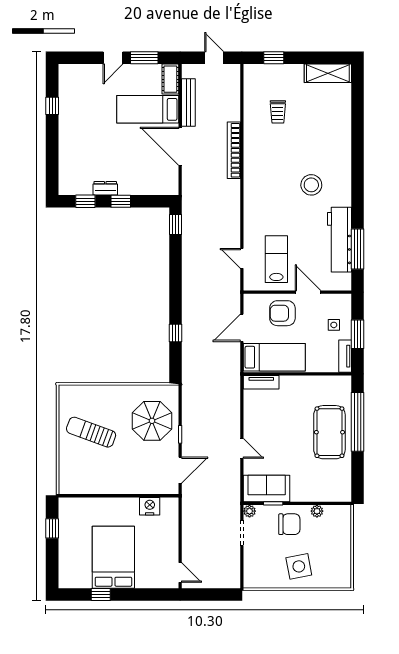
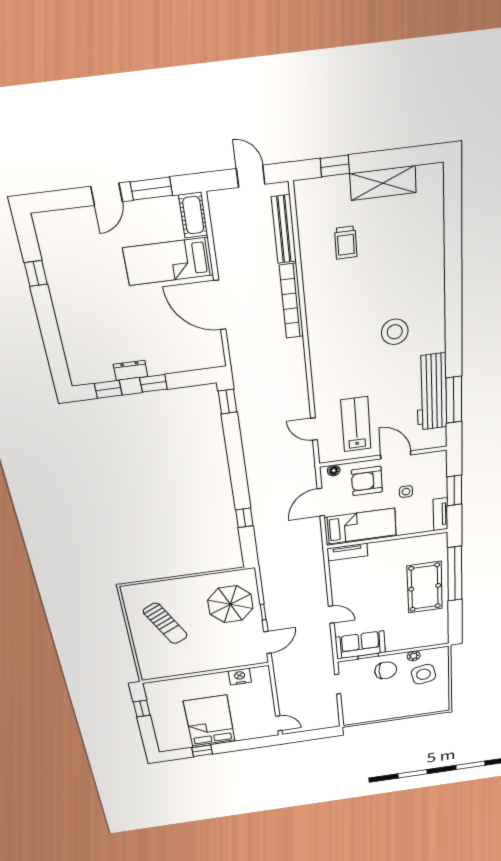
shelving: (328, 73) -> (383, 183), moved
bench: (188, 102) -> (284, 229), moved
floor lamp: (255, 299) -> (334, 470), added
side table: (334, 325) -> (406, 492), moved
sun lounger: (91, 432) -> (165, 623), turned -137
plant: (250, 511) -> (344, 666), removed
side table: (299, 566) -> (423, 674), moved

